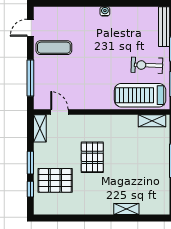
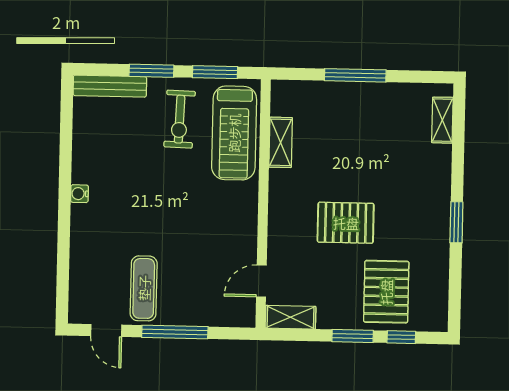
window: (30, 78) -> (175, 332), moved
shelving: (152, 121) -> (281, 142), moved
shelving: (126, 209) -> (442, 120), moved
window: (94, 218) -> (456, 222), added

